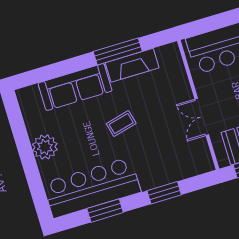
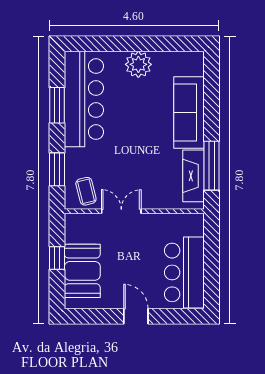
wall: (198, 105) -> (134, 211), moved
double door: (202, 117) -> (121, 211), moved
coffee table: (121, 124) -> (86, 191), moved

